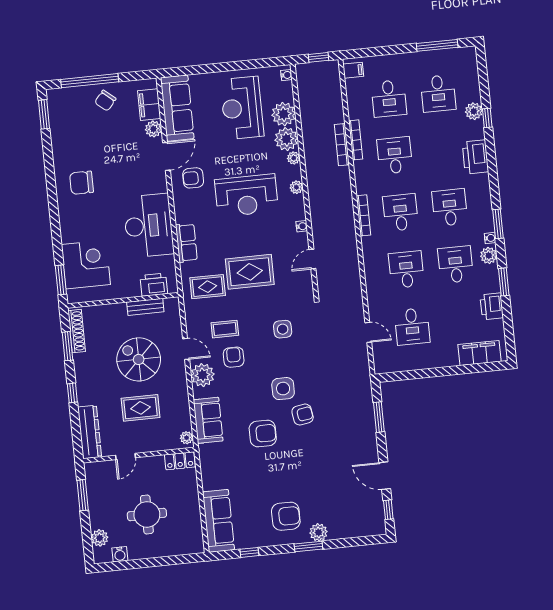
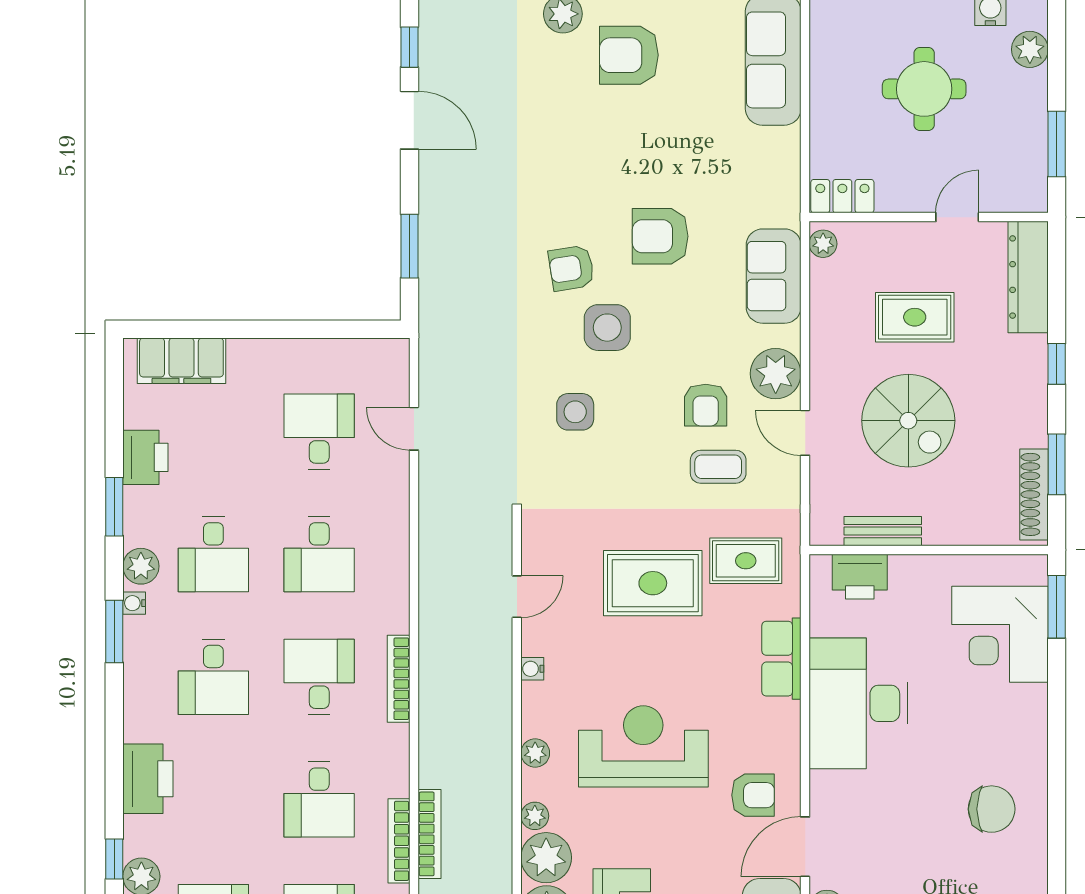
desk: (400, 212) -> (319, 677), turned 180
side table: (283, 329) -> (575, 412), moved

